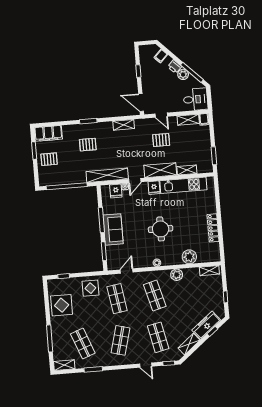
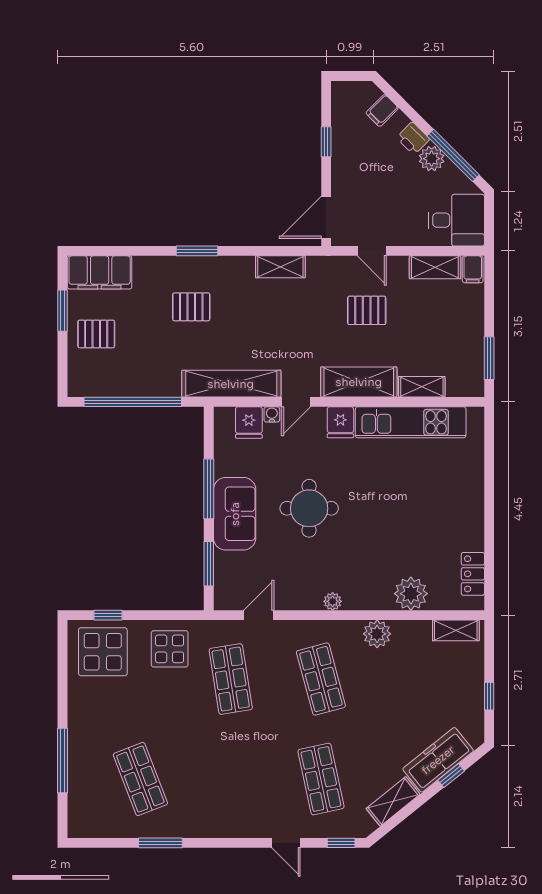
door: (141, 103) -> (326, 217), hinge flipped
locker: (213, 228) -> (473, 574), moved, width x0.66
round table: (161, 229) -> (309, 508), moved
display table: (62, 305) -> (103, 652), moved
shop shelf: (120, 340) -> (231, 779), removed
shelving: (64, 365) -> (92, 827), removed

